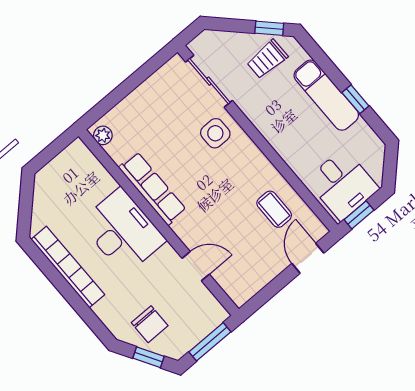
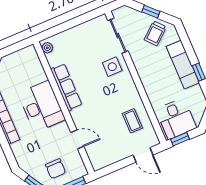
window: (269, 28) -> (151, 12), moved
trolley: (267, 59) -> (155, 33), turned -41
door: (308, 258) -> (143, 155), swing flipped
chair: (150, 324) -> (56, 169), moved

